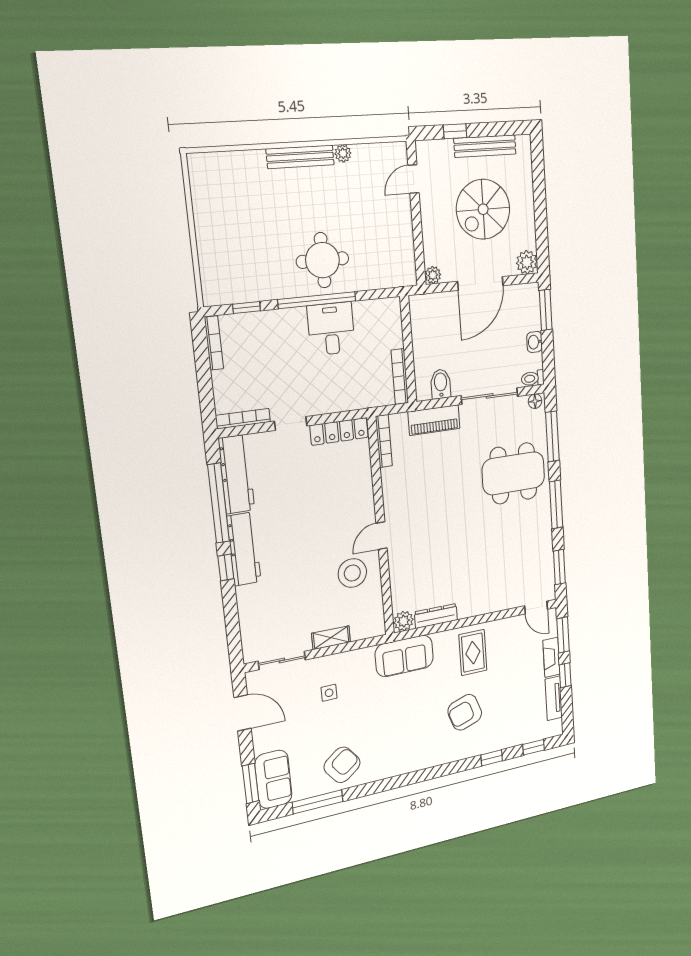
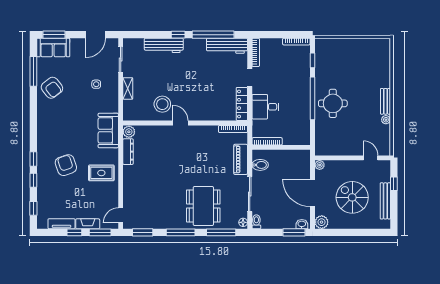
bench: (300, 157) -> (385, 101), width x0.73
desk: (331, 329) -> (265, 107), moved, turned 180
washbasin: (535, 342) -> (302, 224), moved
workbench: (244, 549) -> (164, 45), moved
window: (459, 766) -> (33, 159), added

